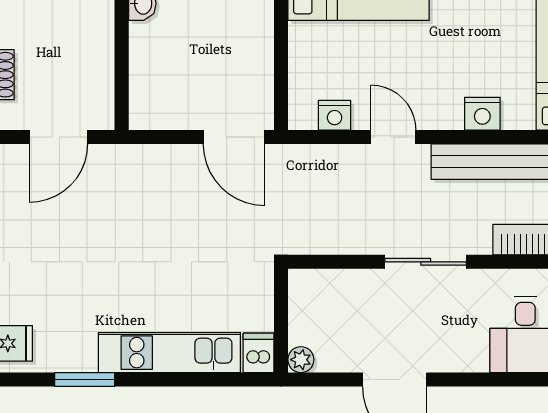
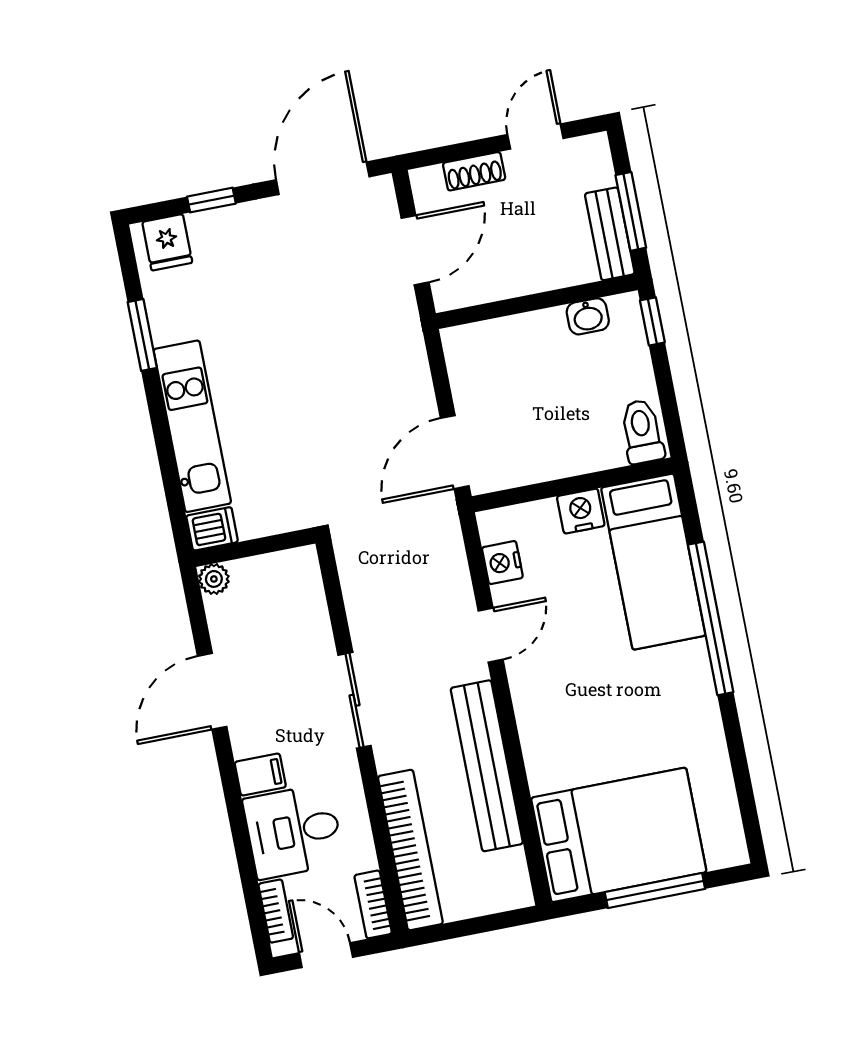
nightstand: (482, 114) -> (581, 511), moved, turned 90
door: (58, 137) -> (415, 250), swing flipped
filing cabinet: (472, 353) -> (260, 775), added

